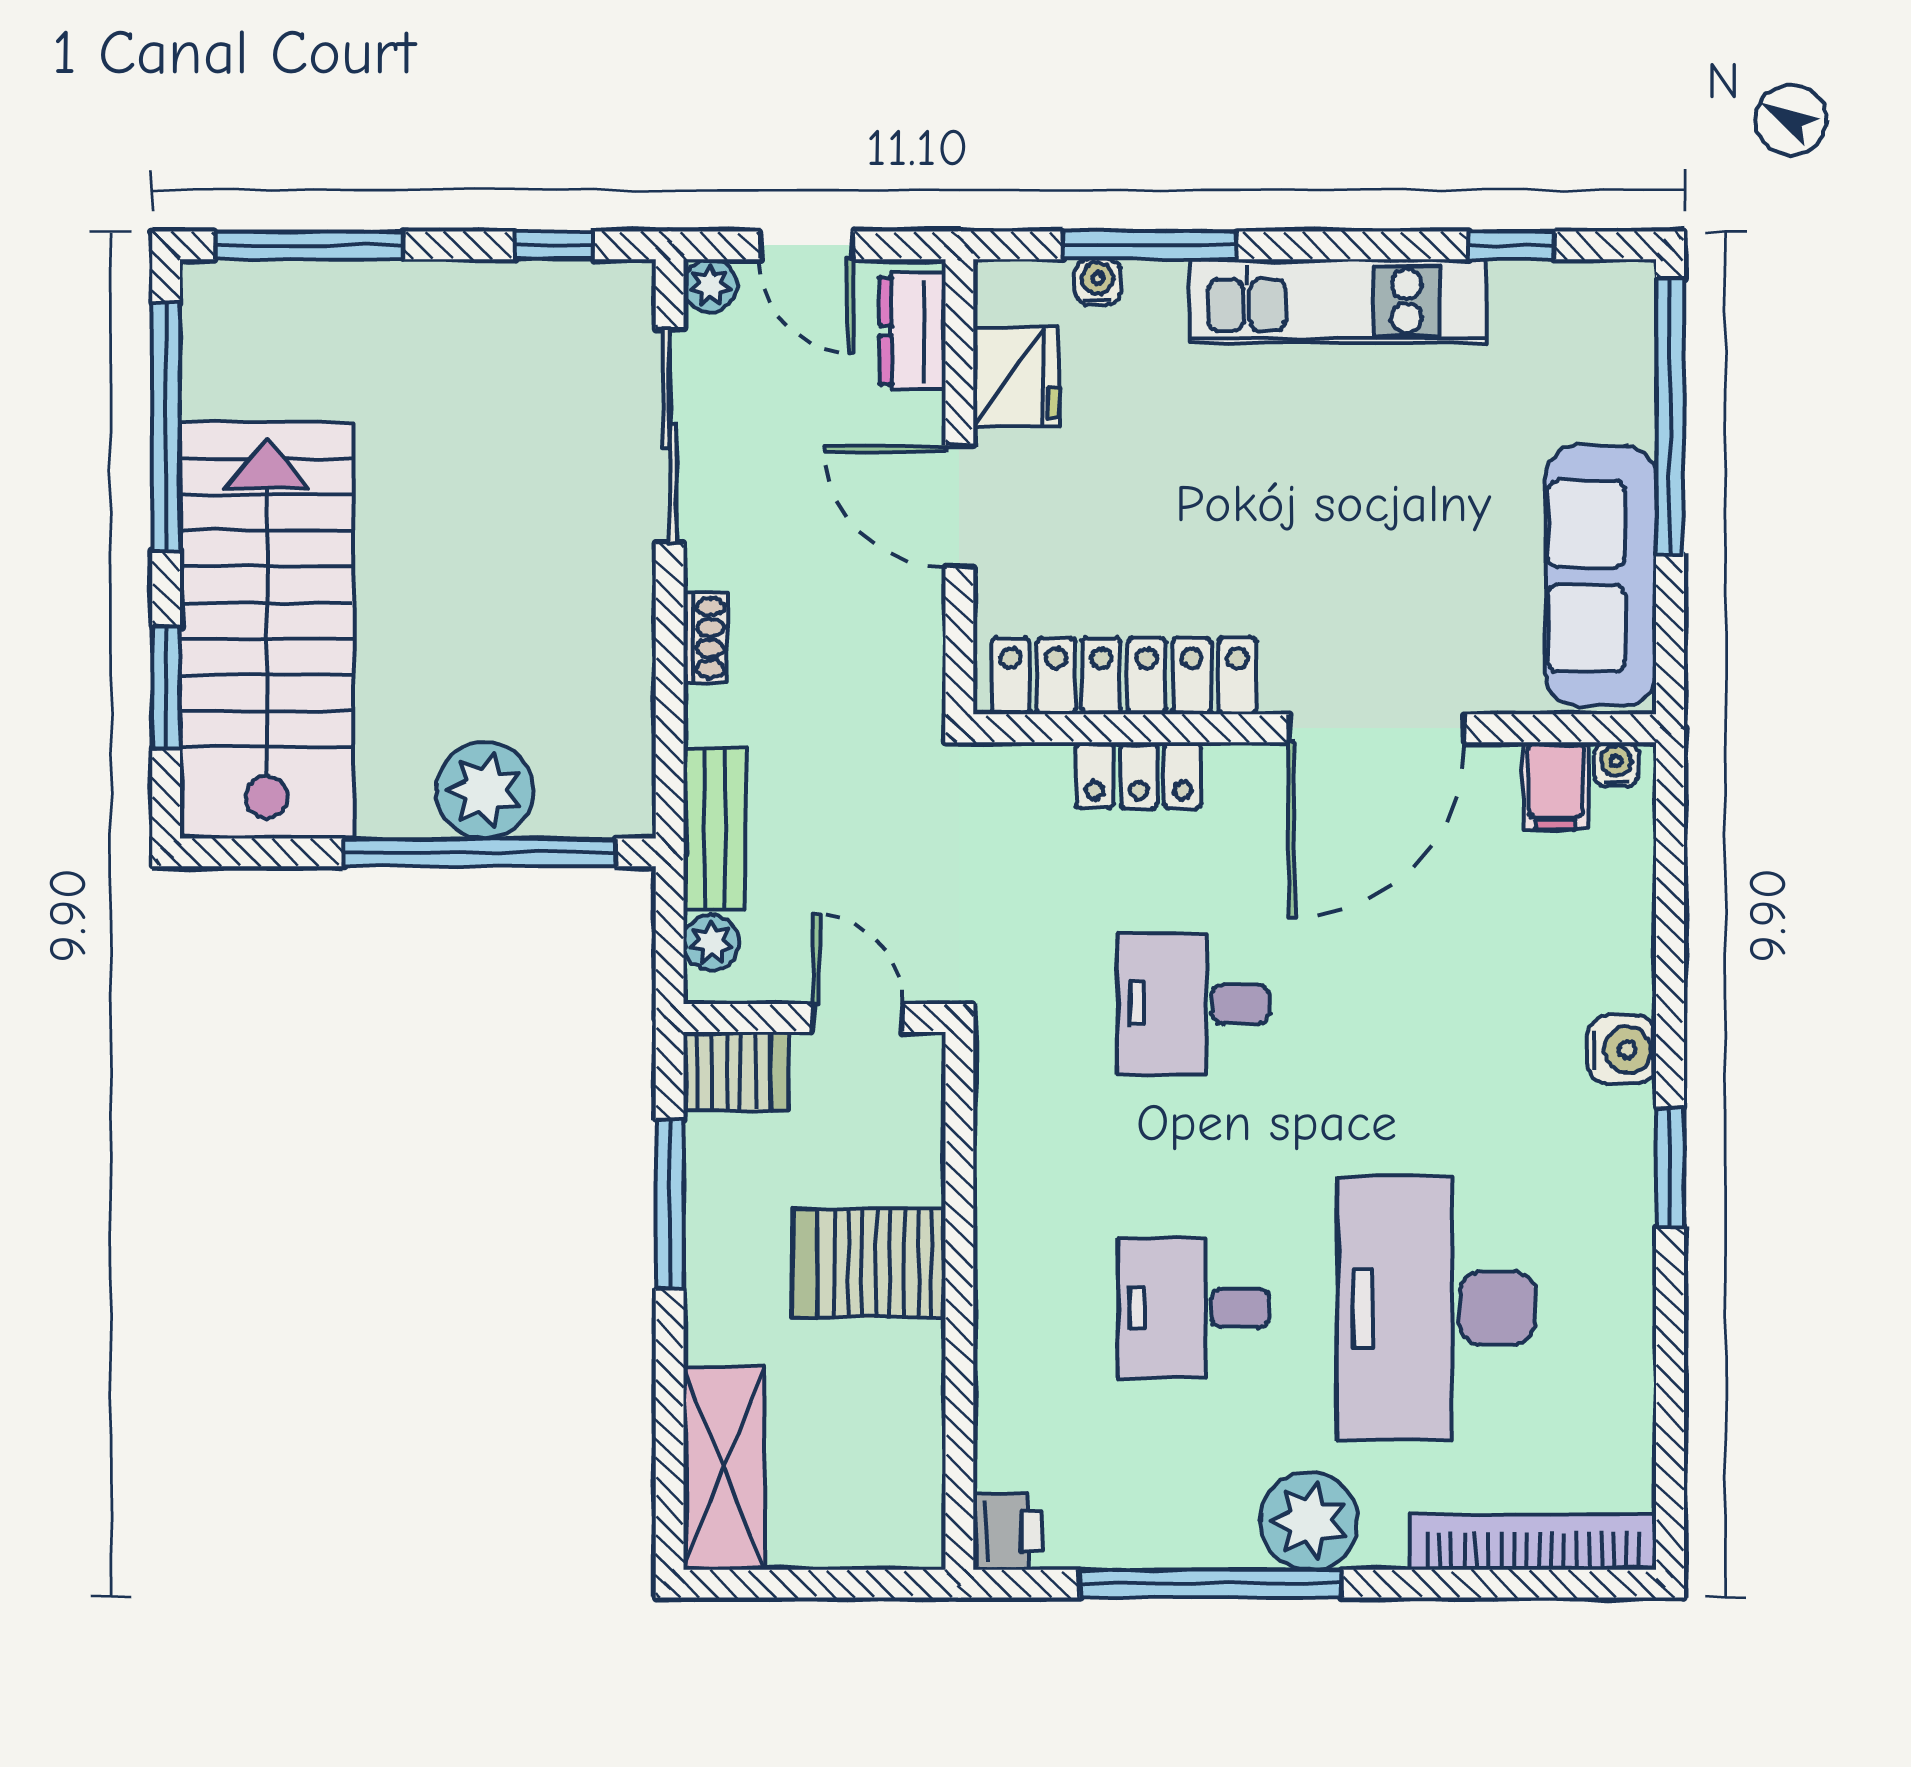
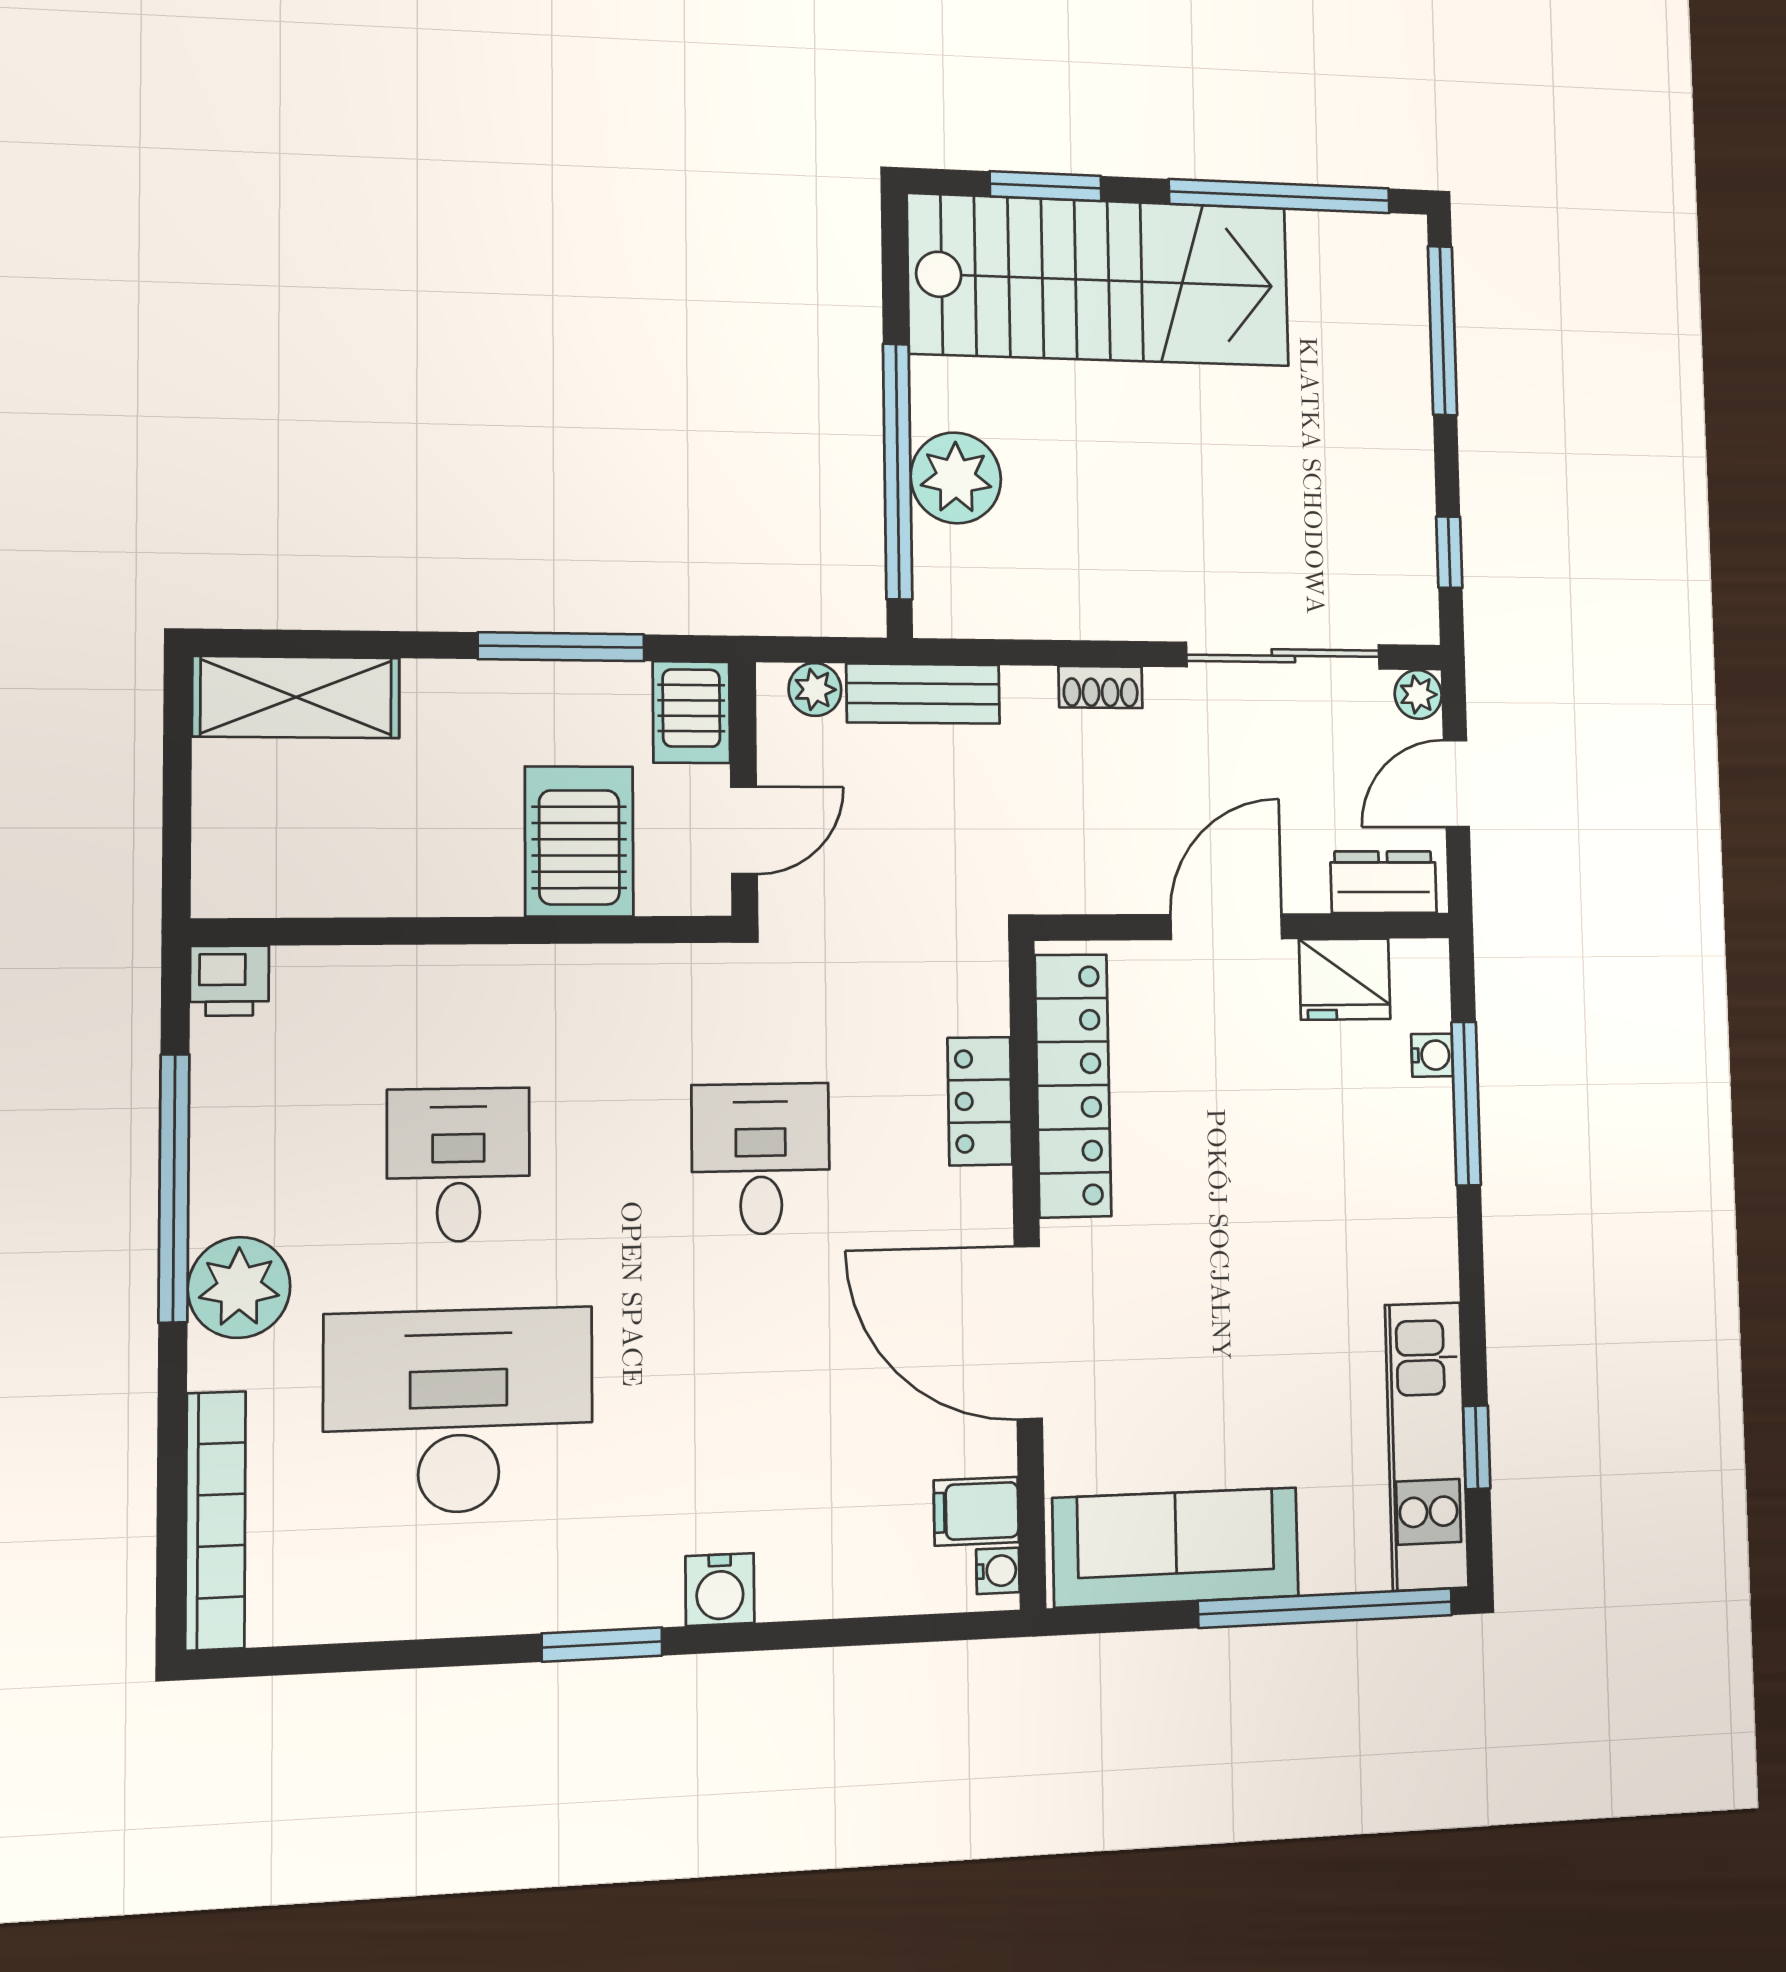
kitchen unit: (1339, 301) -> (1427, 1446), moved
server rack: (869, 1263) -> (579, 841), moved

